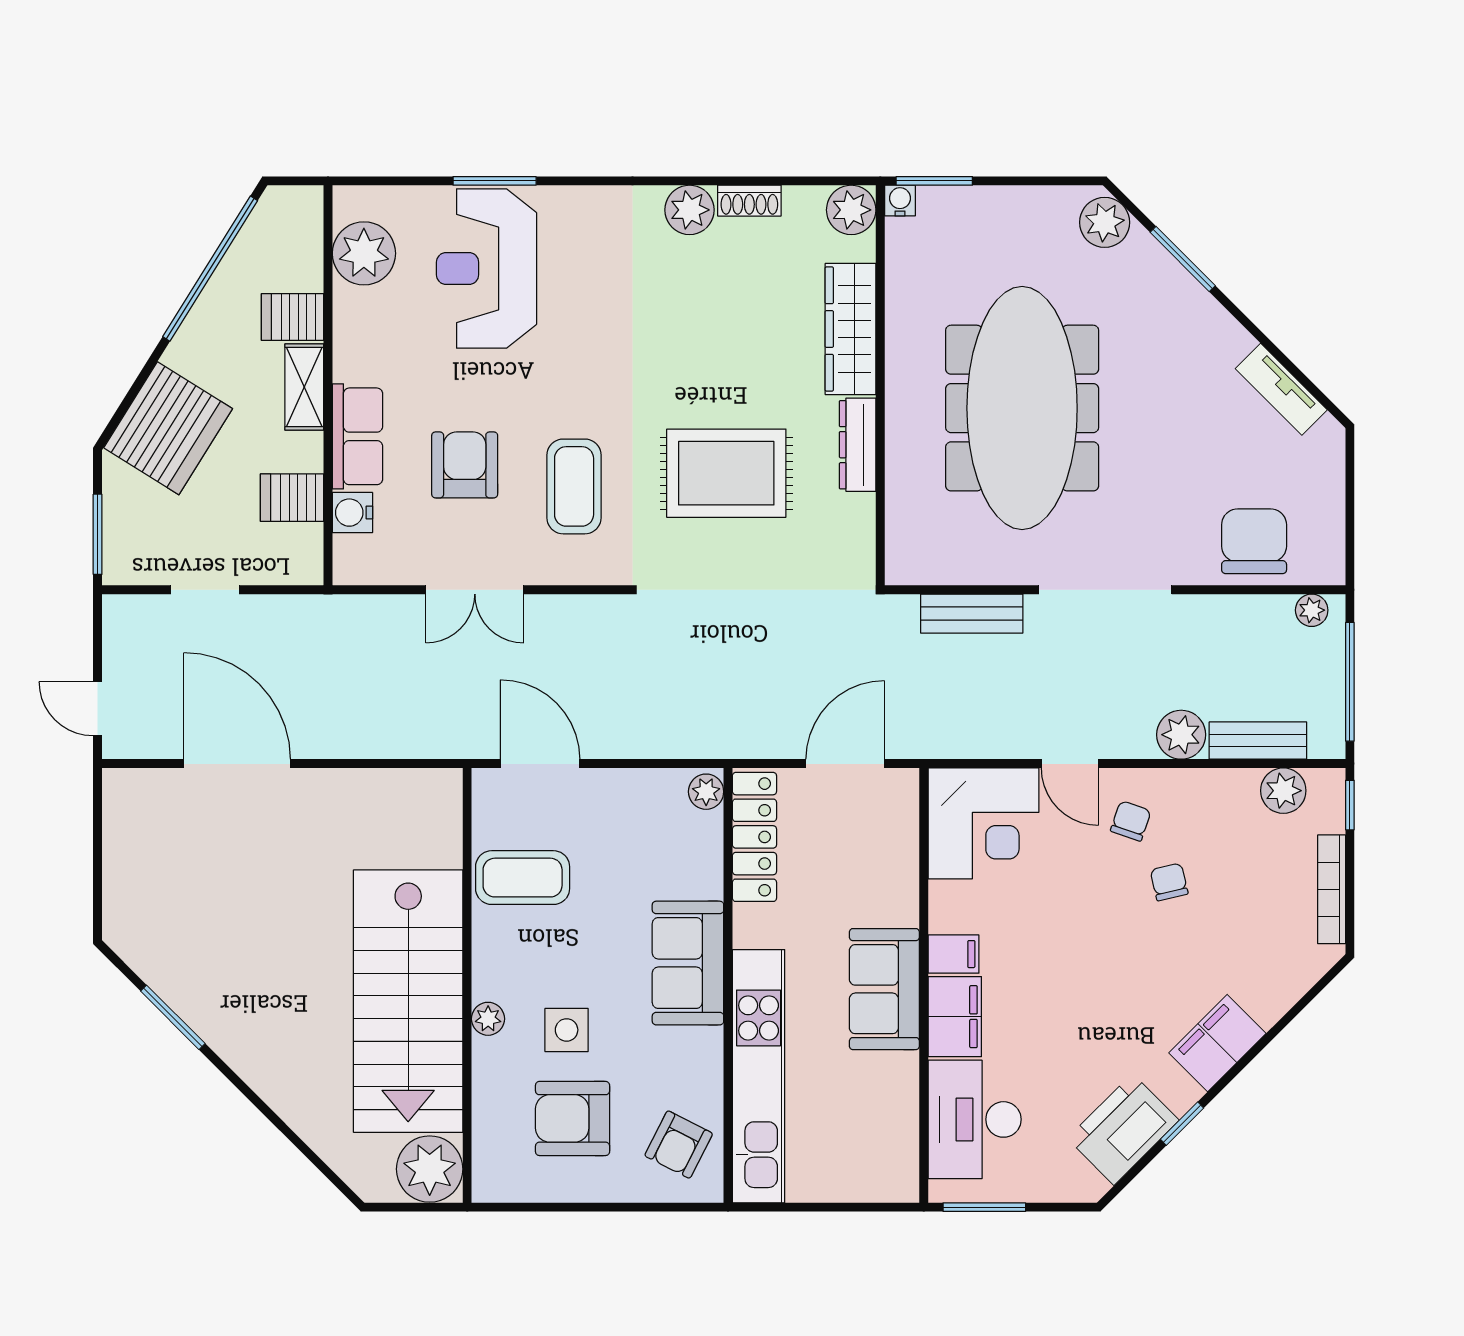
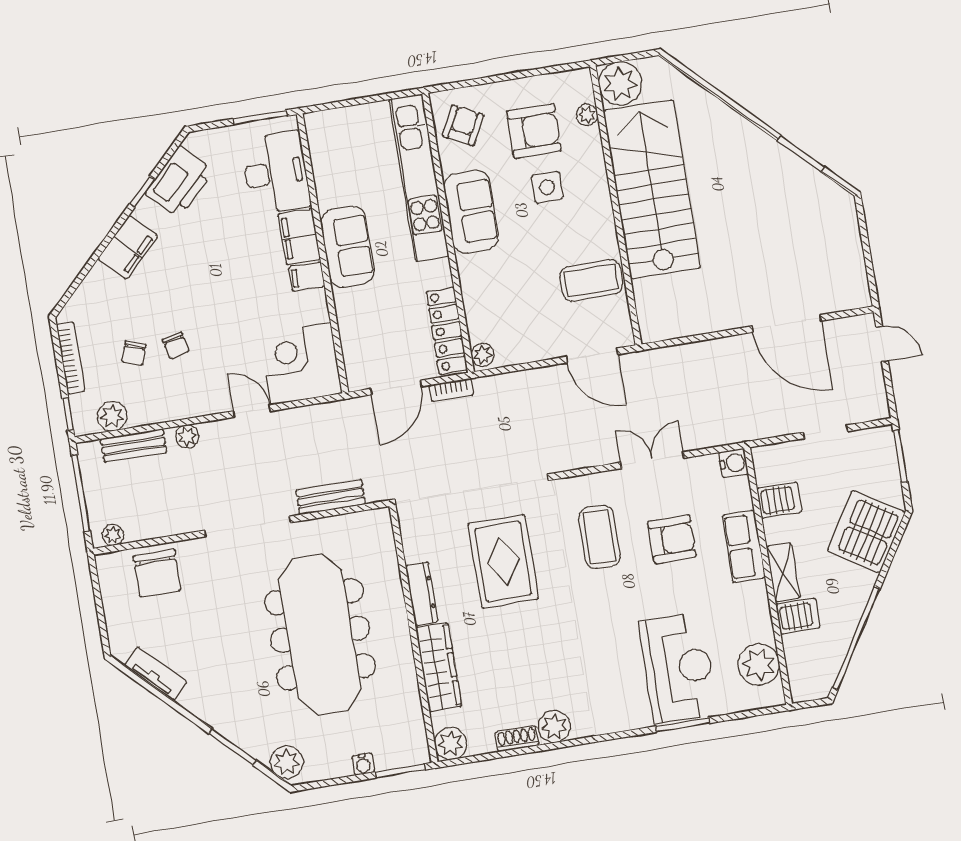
water cooler: (900, 201) -> (363, 764), moved
armchair: (465, 465) -> (672, 539), turned -90
rug: (726, 473) -> (503, 561), turned 90
water cooler: (352, 513) -> (733, 463), moved
plant: (1181, 735) -> (187, 436), width x0.73, depth x0.73
bookcase: (762, 746) -> (451, 390), added
chair: (1131, 821) -> (134, 353), moved
sofa: (688, 963) -> (471, 212), moved
plant: (488, 1019) -> (587, 115), moved

